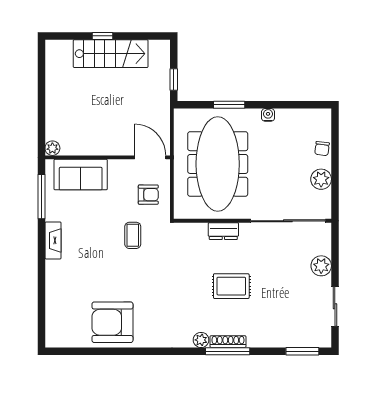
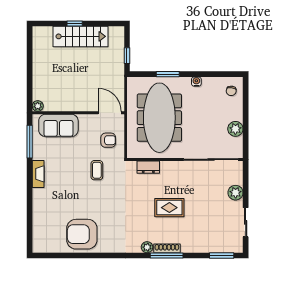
chair: (322, 149) -> (231, 91), moved
dresser: (223, 231) -> (148, 167), moved

